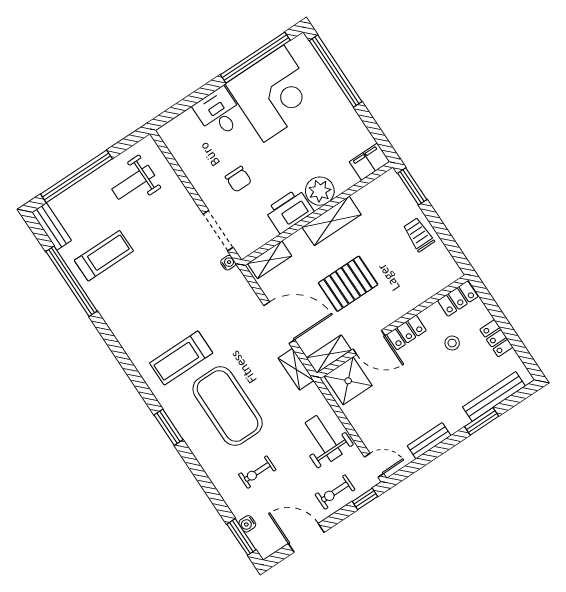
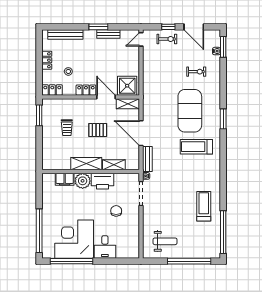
filing cabinet: (369, 162) -> (65, 179), moved
window: (412, 186) -> (39, 115), moved
bench: (52, 226) -> (147, 159), moved
trolley: (419, 235) -> (67, 128), moved
treadmill: (104, 256) -> (204, 206), moved, turned 90
shelving: (270, 260) -> (114, 165), moved
window: (71, 281) -> (223, 232), moved
pallet: (348, 284) -> (98, 130), width x0.67, depth x0.71
treadmill: (181, 358) -> (196, 147), turned 180
shelving: (296, 369) -> (147, 107), removed
window: (482, 421) -> (98, 27), moved
weight bench: (324, 438) -> (156, 67), removed
door: (374, 465) -> (141, 39), hinge flipped
window: (365, 499) -> (168, 27), moved

